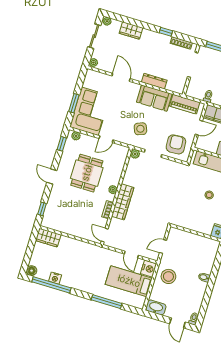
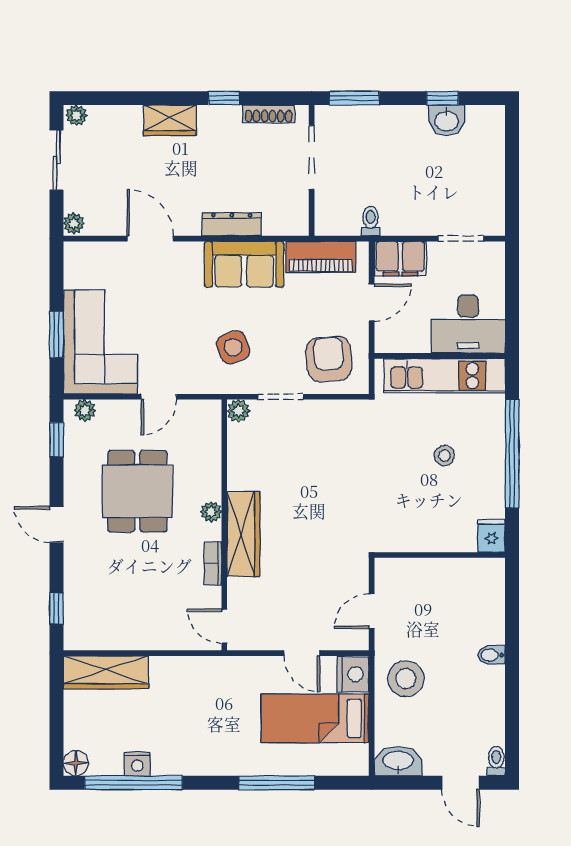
wardrobe: (131, 31) -> (170, 120), moved
wardrobe: (48, 238) -> (106, 672), width x1.50

